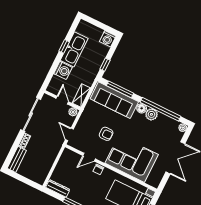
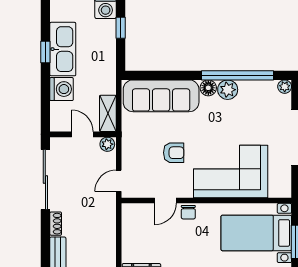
window: (105, 65) -> (121, 28), moved
window: (120, 89) -> (162, 75), removed
door: (69, 134) -> (119, 181), hinge flipped

